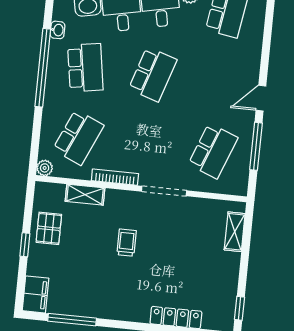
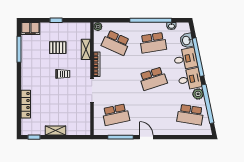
school desk: (153, 74) -> (153, 79), turned -36
school desk: (213, 151) -> (116, 115), turned -33
pallet: (49, 228) -> (58, 48), moved
shelving: (235, 232) -> (56, 131), moved

